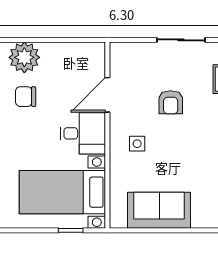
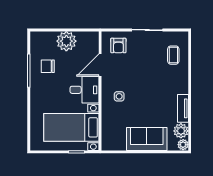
plant: (24, 57) -> (66, 41), moved
armchair: (171, 102) -> (118, 46), moved
sofa: (159, 210) -> (147, 139), moved

